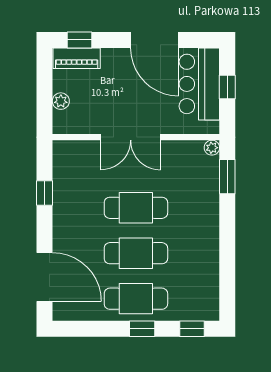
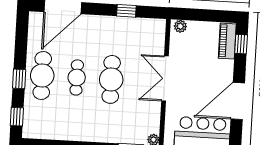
plant: (61, 101) -> (180, 26), moved
cafe table: (136, 253) -> (77, 77), width x0.73, depth x0.74

